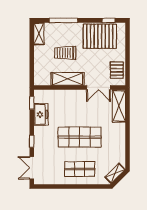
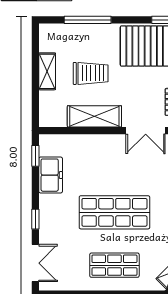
shelving: (39, 34) -> (47, 71), moved
trolley: (65, 53) -> (91, 73), turned 180
double door: (32, 168) -> (35, 263), swing flipped

